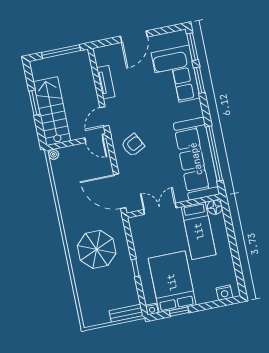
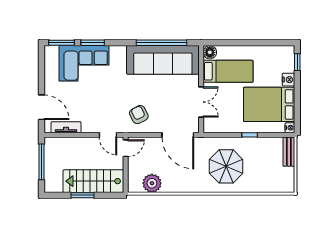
door: (134, 37) -> (41, 107), moved
tv unit: (106, 82) -> (66, 127), moved
plant: (54, 154) -> (152, 183), moved, width x1.88, depth x1.88
door: (120, 191) -> (178, 135), hinge flipped
double door: (160, 209) -> (201, 102), swing flipped
nightstand: (224, 293) -> (288, 80), moved
window: (179, 312) -> (297, 62), moved

